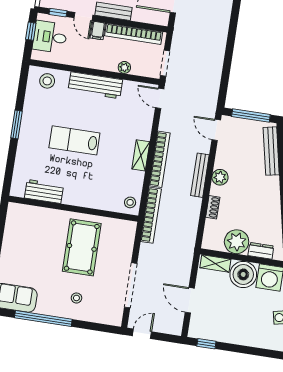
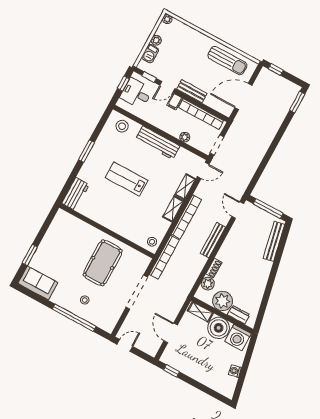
door: (83, 17) -> (167, 87), hinge flipped
door: (160, 98) -> (203, 170), swing flipped
shelving: (146, 125) -> (185, 187), added
plant: (220, 177) -> (208, 284), moved
workbench: (44, 191) -> (75, 194), moved, turned 90
doorway: (131, 285) -> (137, 292), moved
window: (43, 319) -> (74, 318), moved

